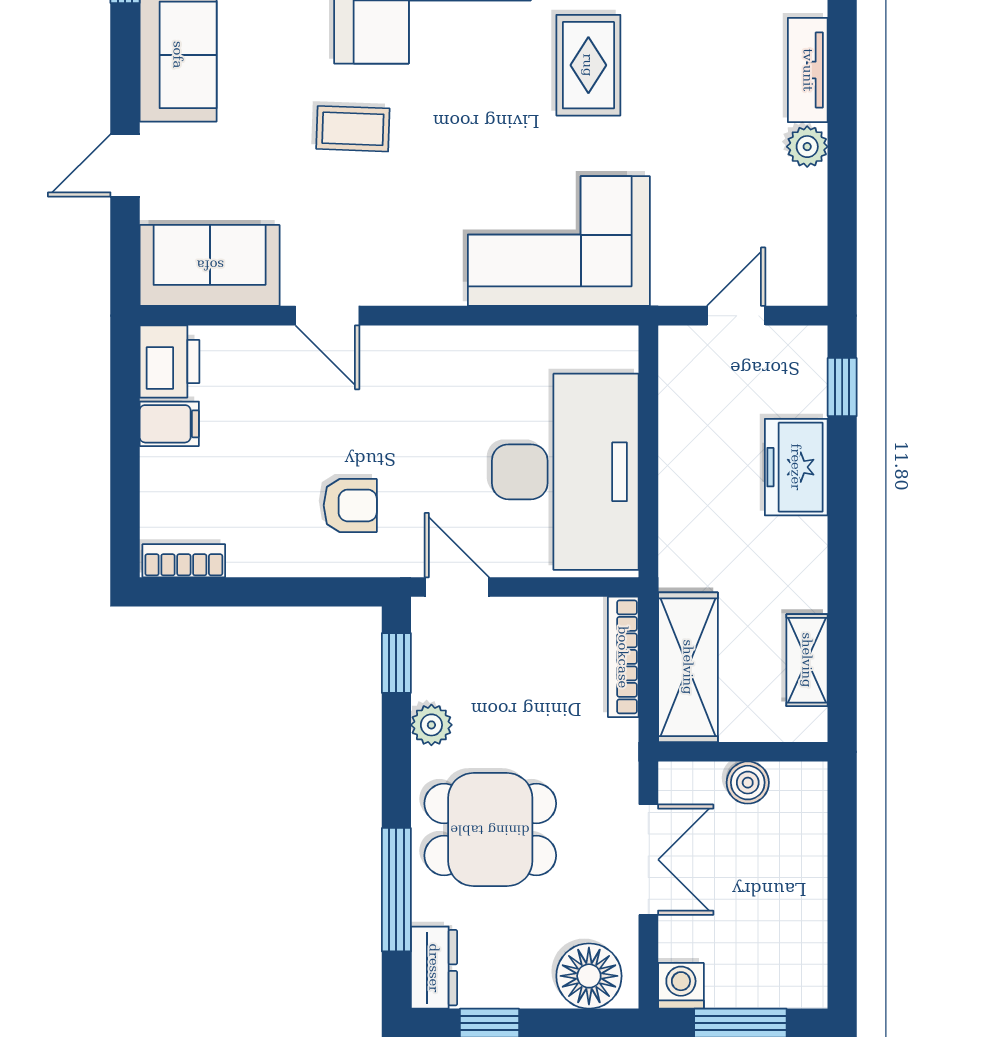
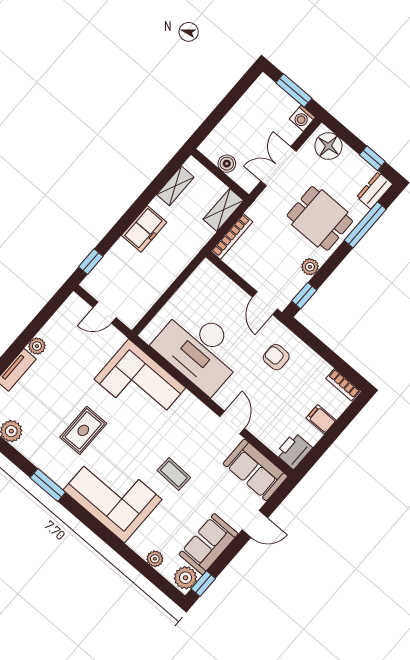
filing cabinet: (169, 424) -> (321, 419), moved
freezer: (796, 467) -> (144, 229), moved
desk: (565, 472) -> (200, 349), moved, turned -90
shelving: (688, 667) -> (223, 210), width x0.67, depth x0.75

